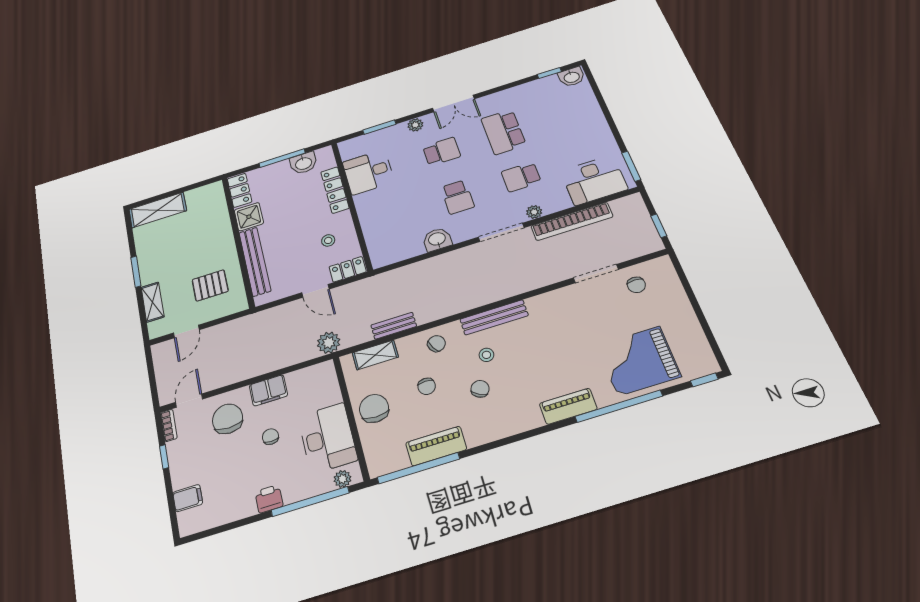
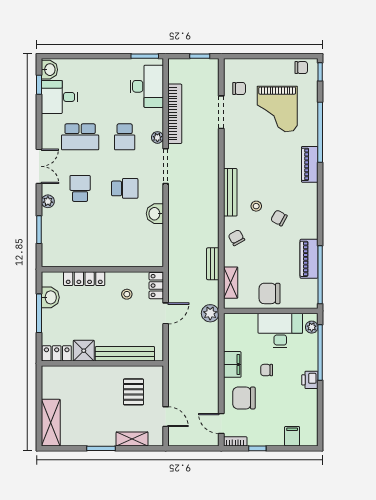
desk: (368, 172) -> (59, 97), moved, turned 90
grand piano: (639, 361) -> (277, 109), moved
chair: (427, 386) -> (301, 68), moved

